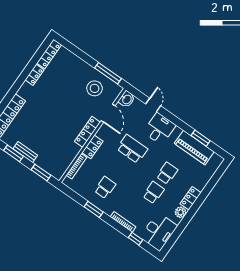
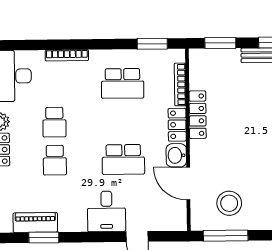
washbasin: (127, 99) -> (176, 155), moved
locker: (87, 132) -> (198, 115), moved
piano: (194, 148) -> (35, 223), width x0.73, depth x0.75
school desk: (105, 188) -> (123, 83), width x1.85
window: (94, 209) -> (152, 44), moved
window: (135, 239) -> (35, 45), removed

